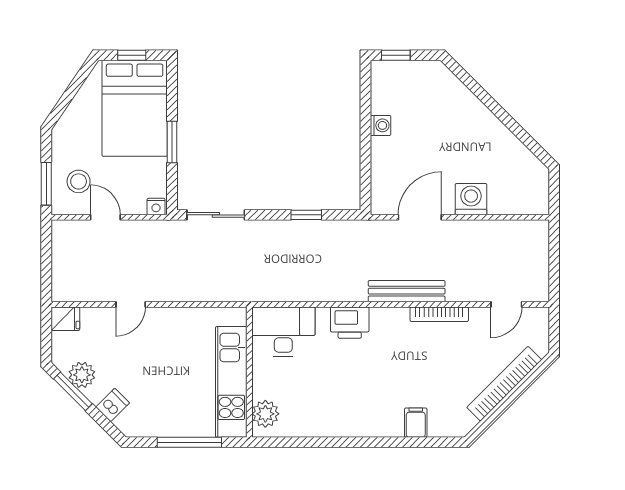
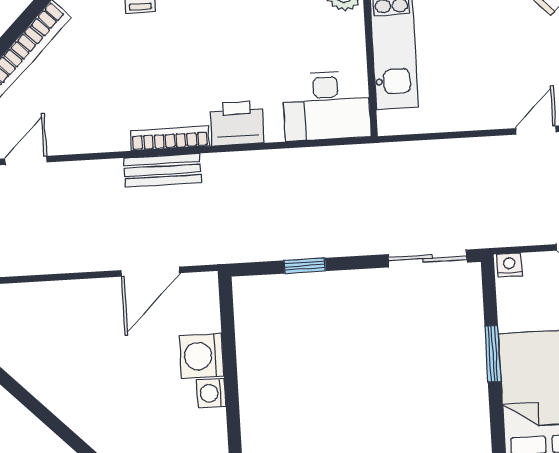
washing machine: (471, 199) -> (202, 356), moved, turned 90
bench: (407, 291) -> (162, 170), width x0.73
bookcase: (439, 314) -> (170, 138), moved

